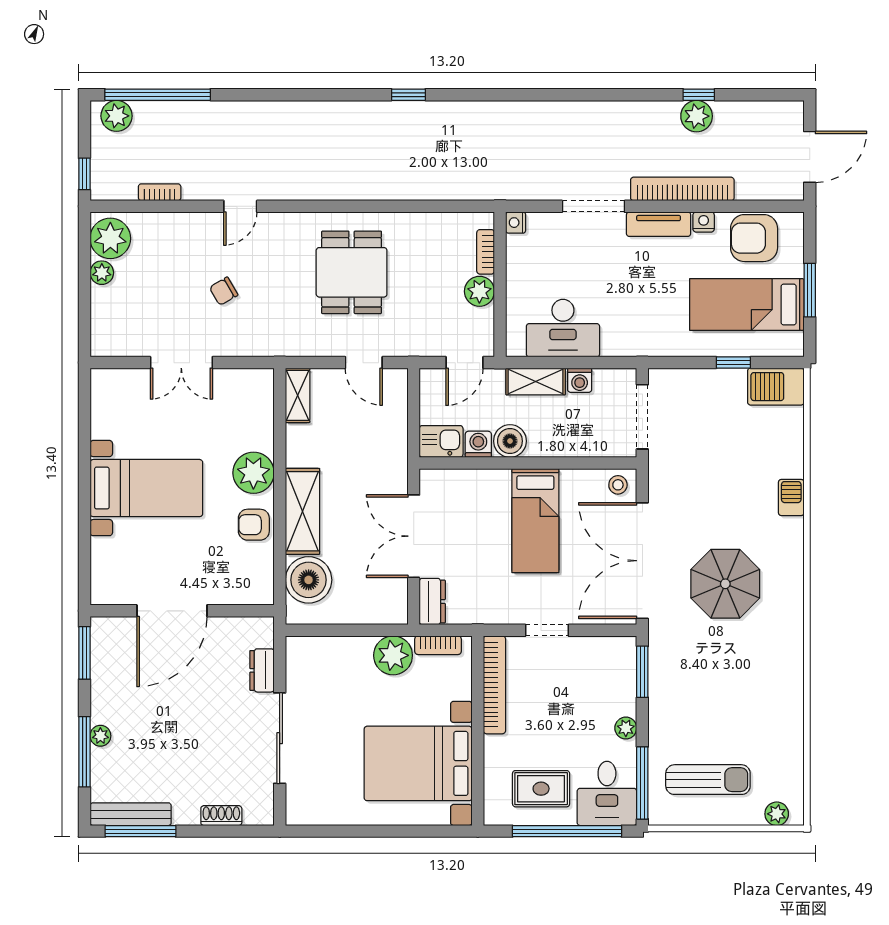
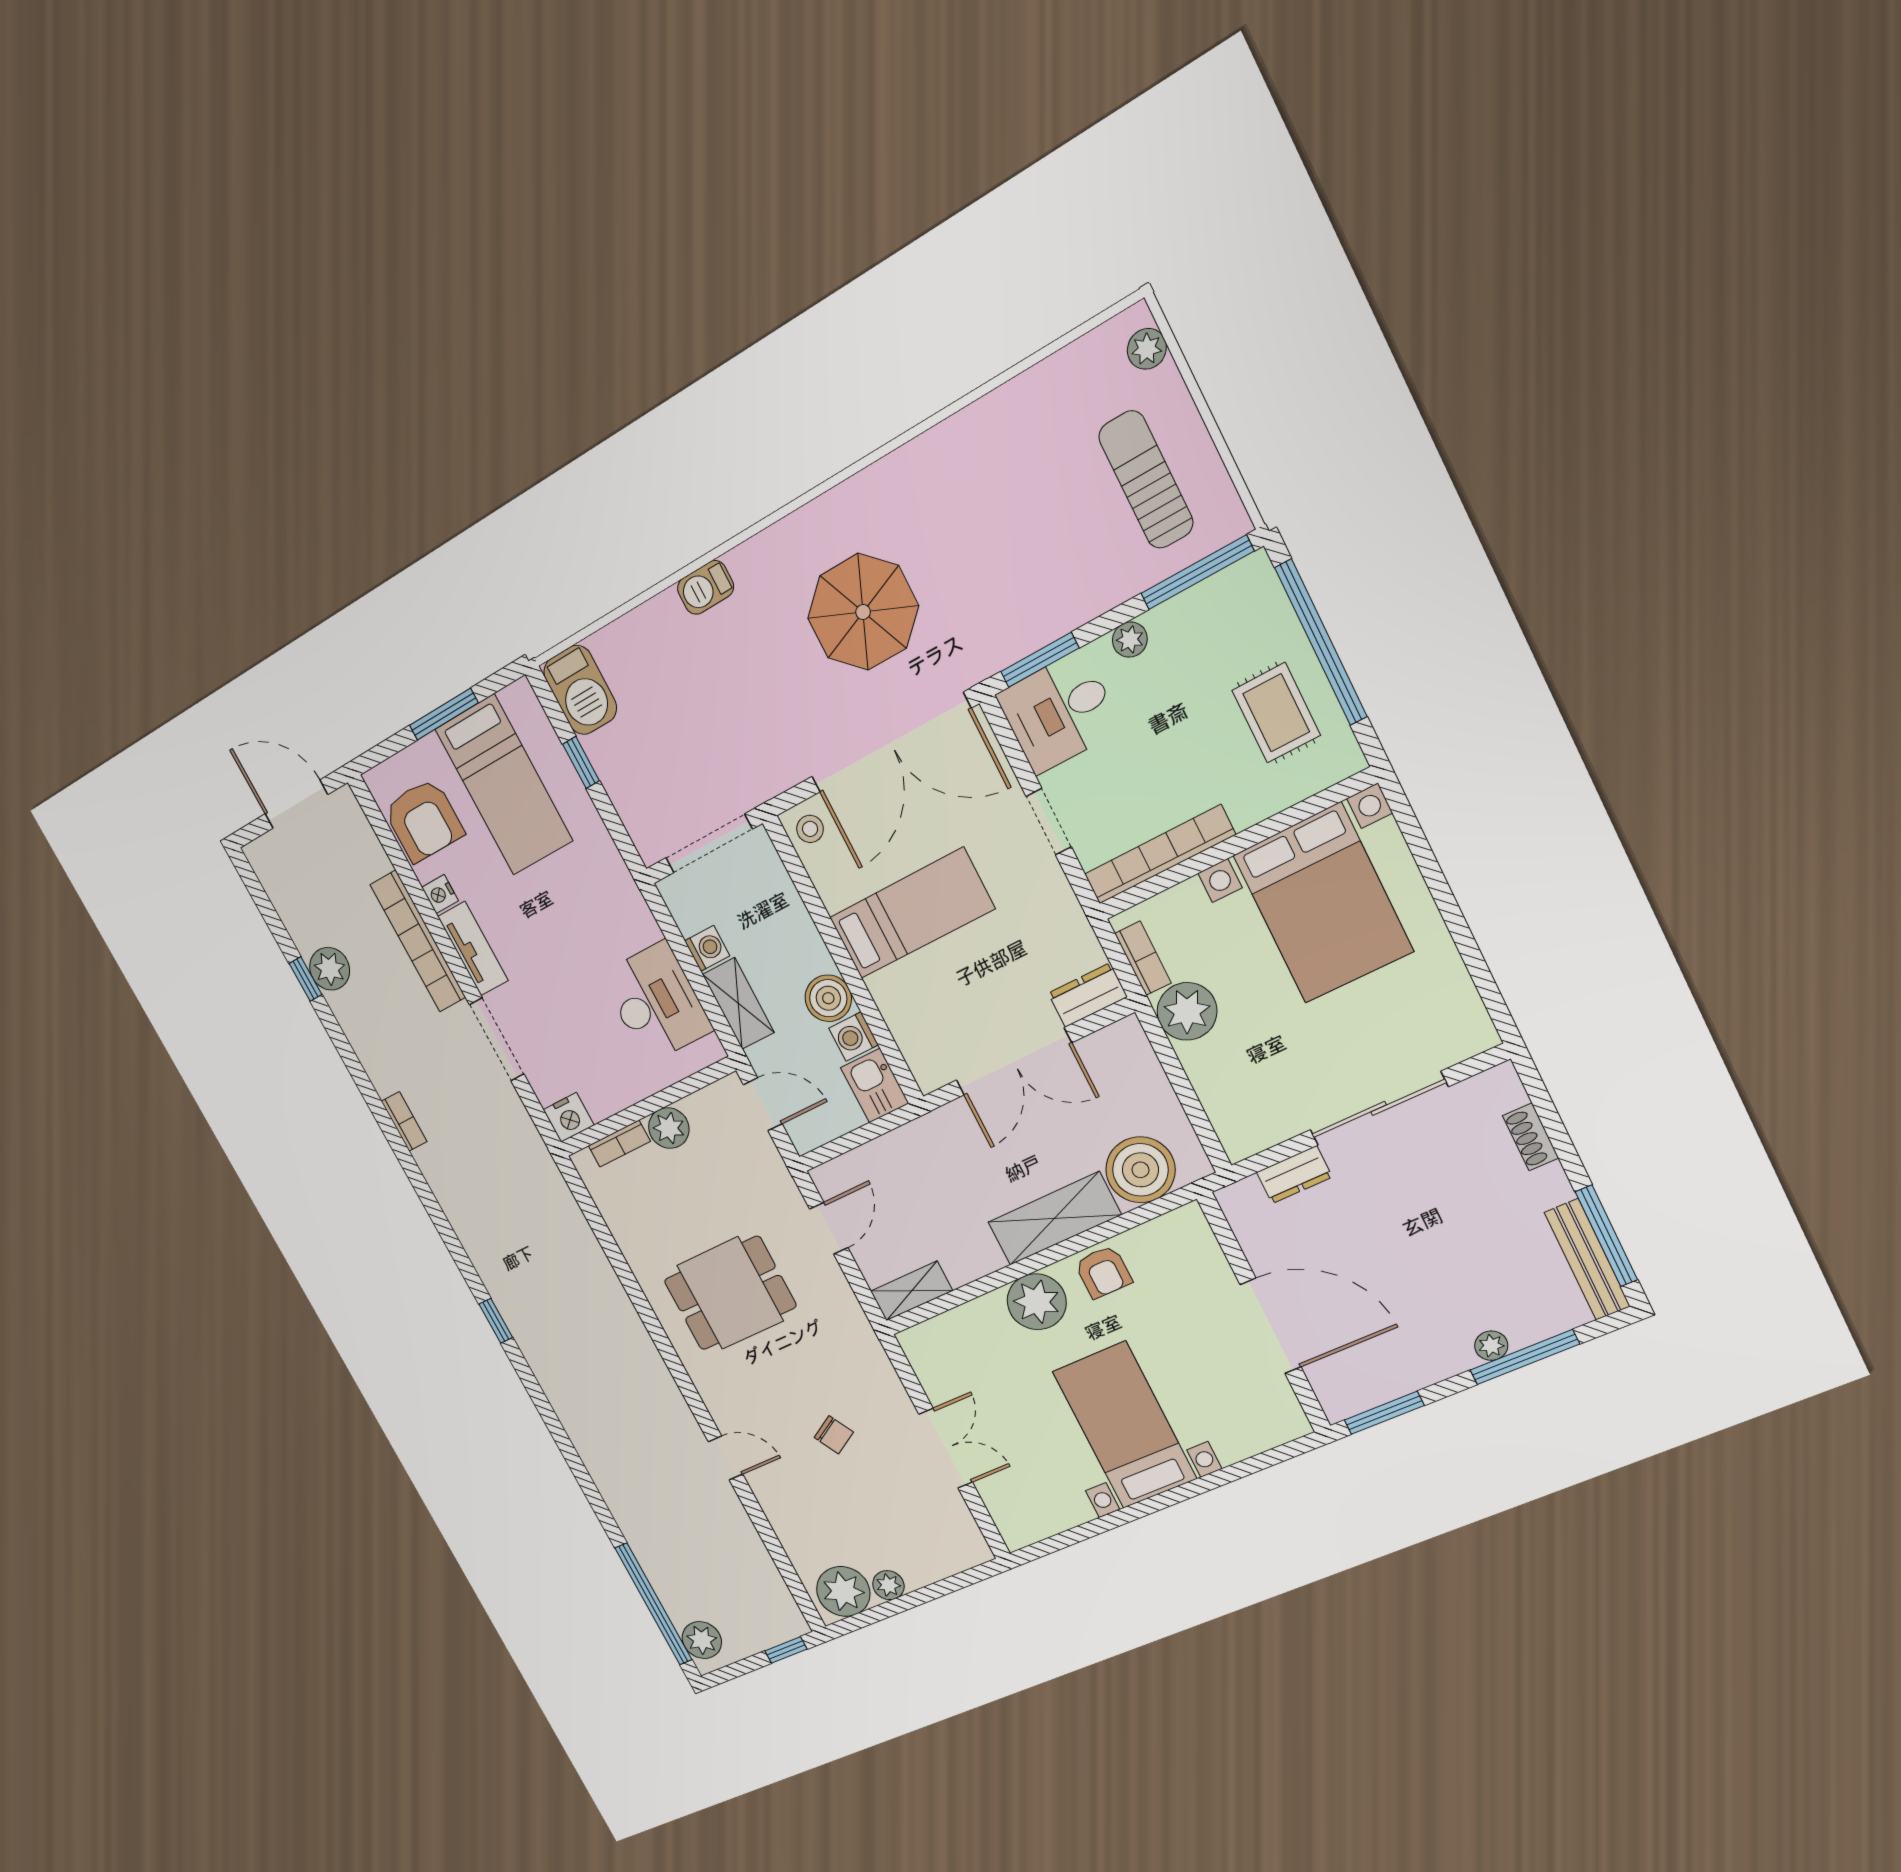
bookcase: (160, 192) -> (404, 1121), moved, turned 180
nightstand: (516, 223) -> (569, 1117), width x1.39, depth x1.35
desk: (607, 793) -> (1059, 712), moved, turned 180

